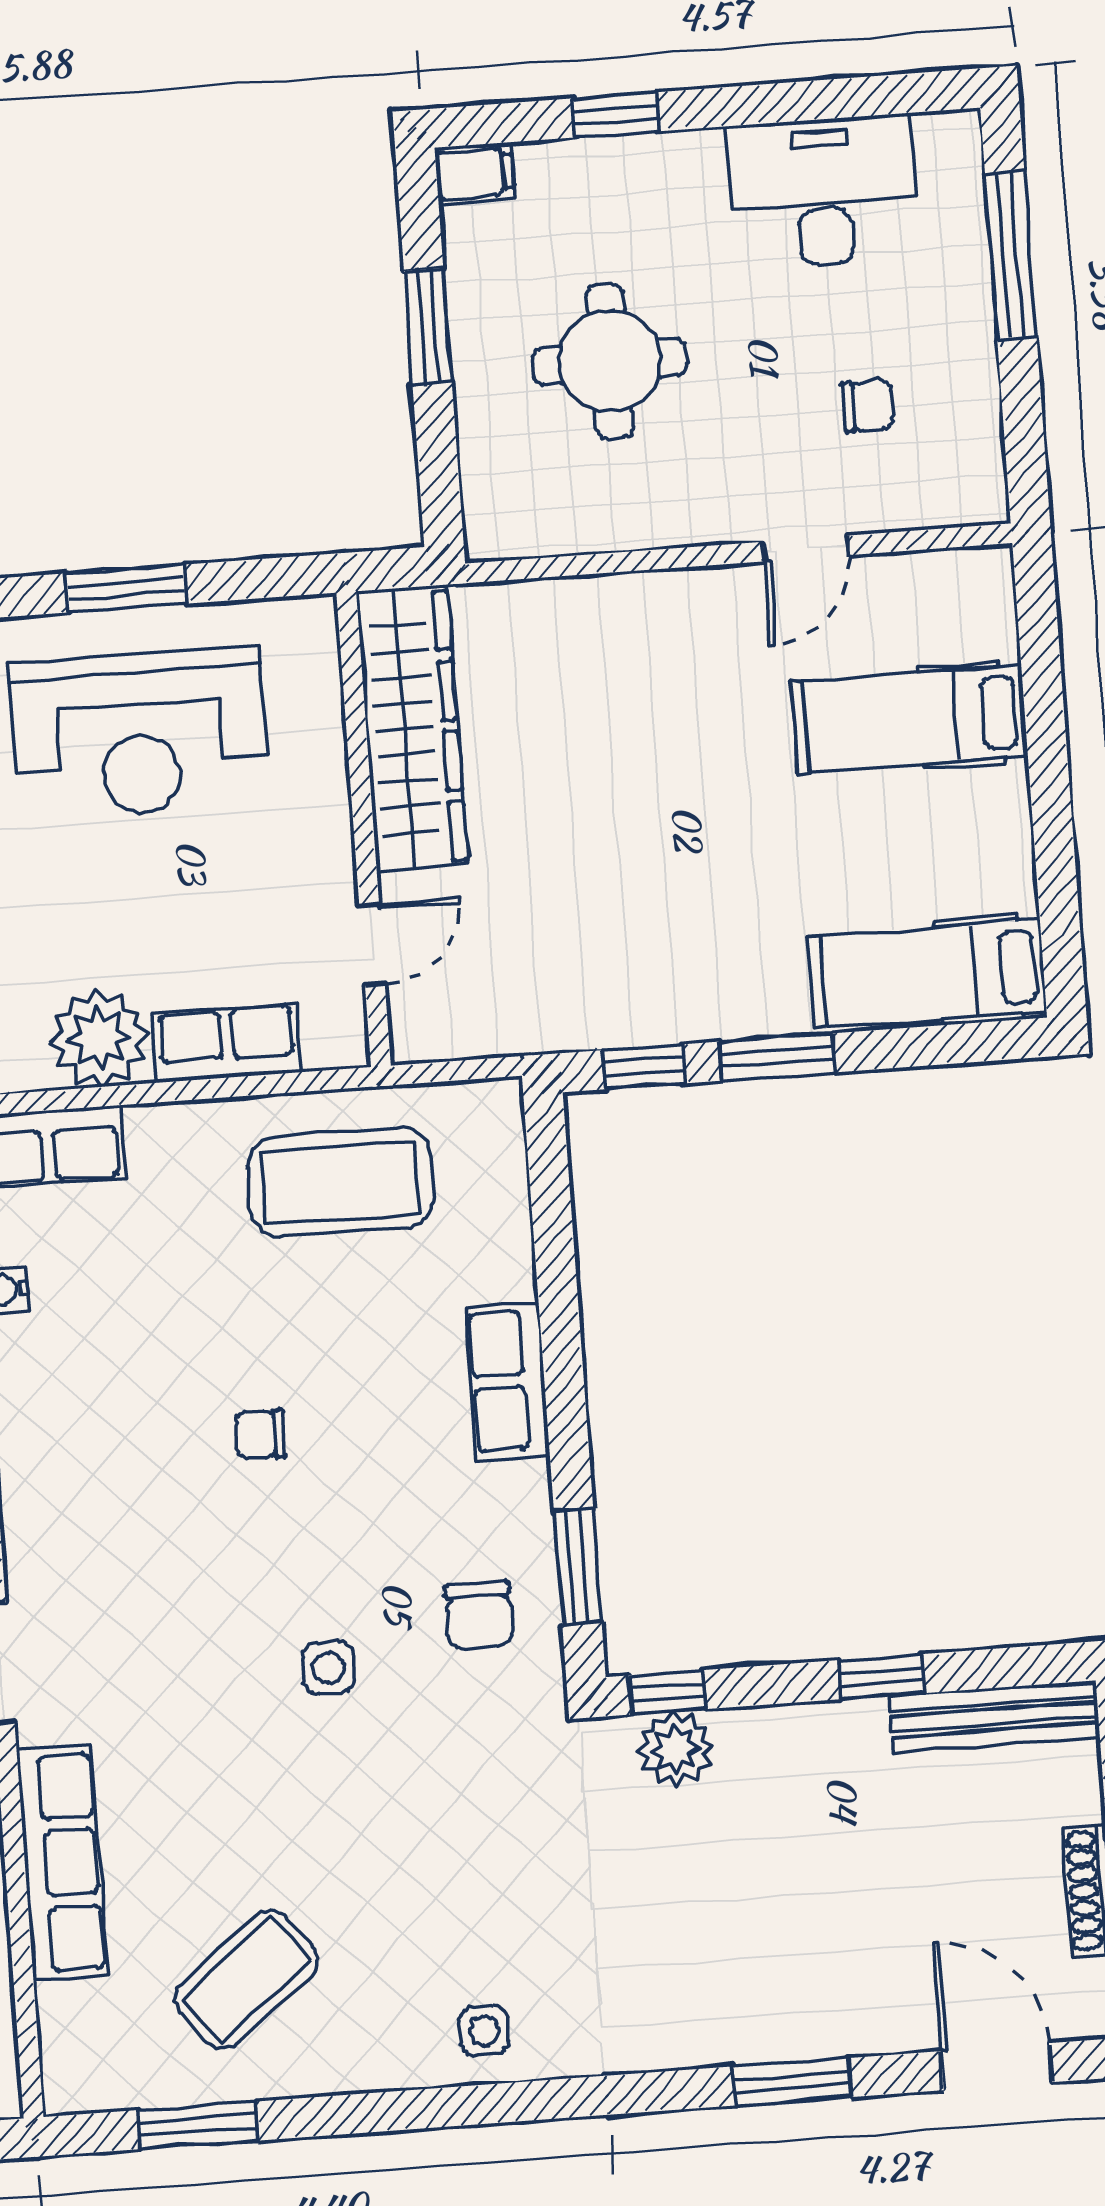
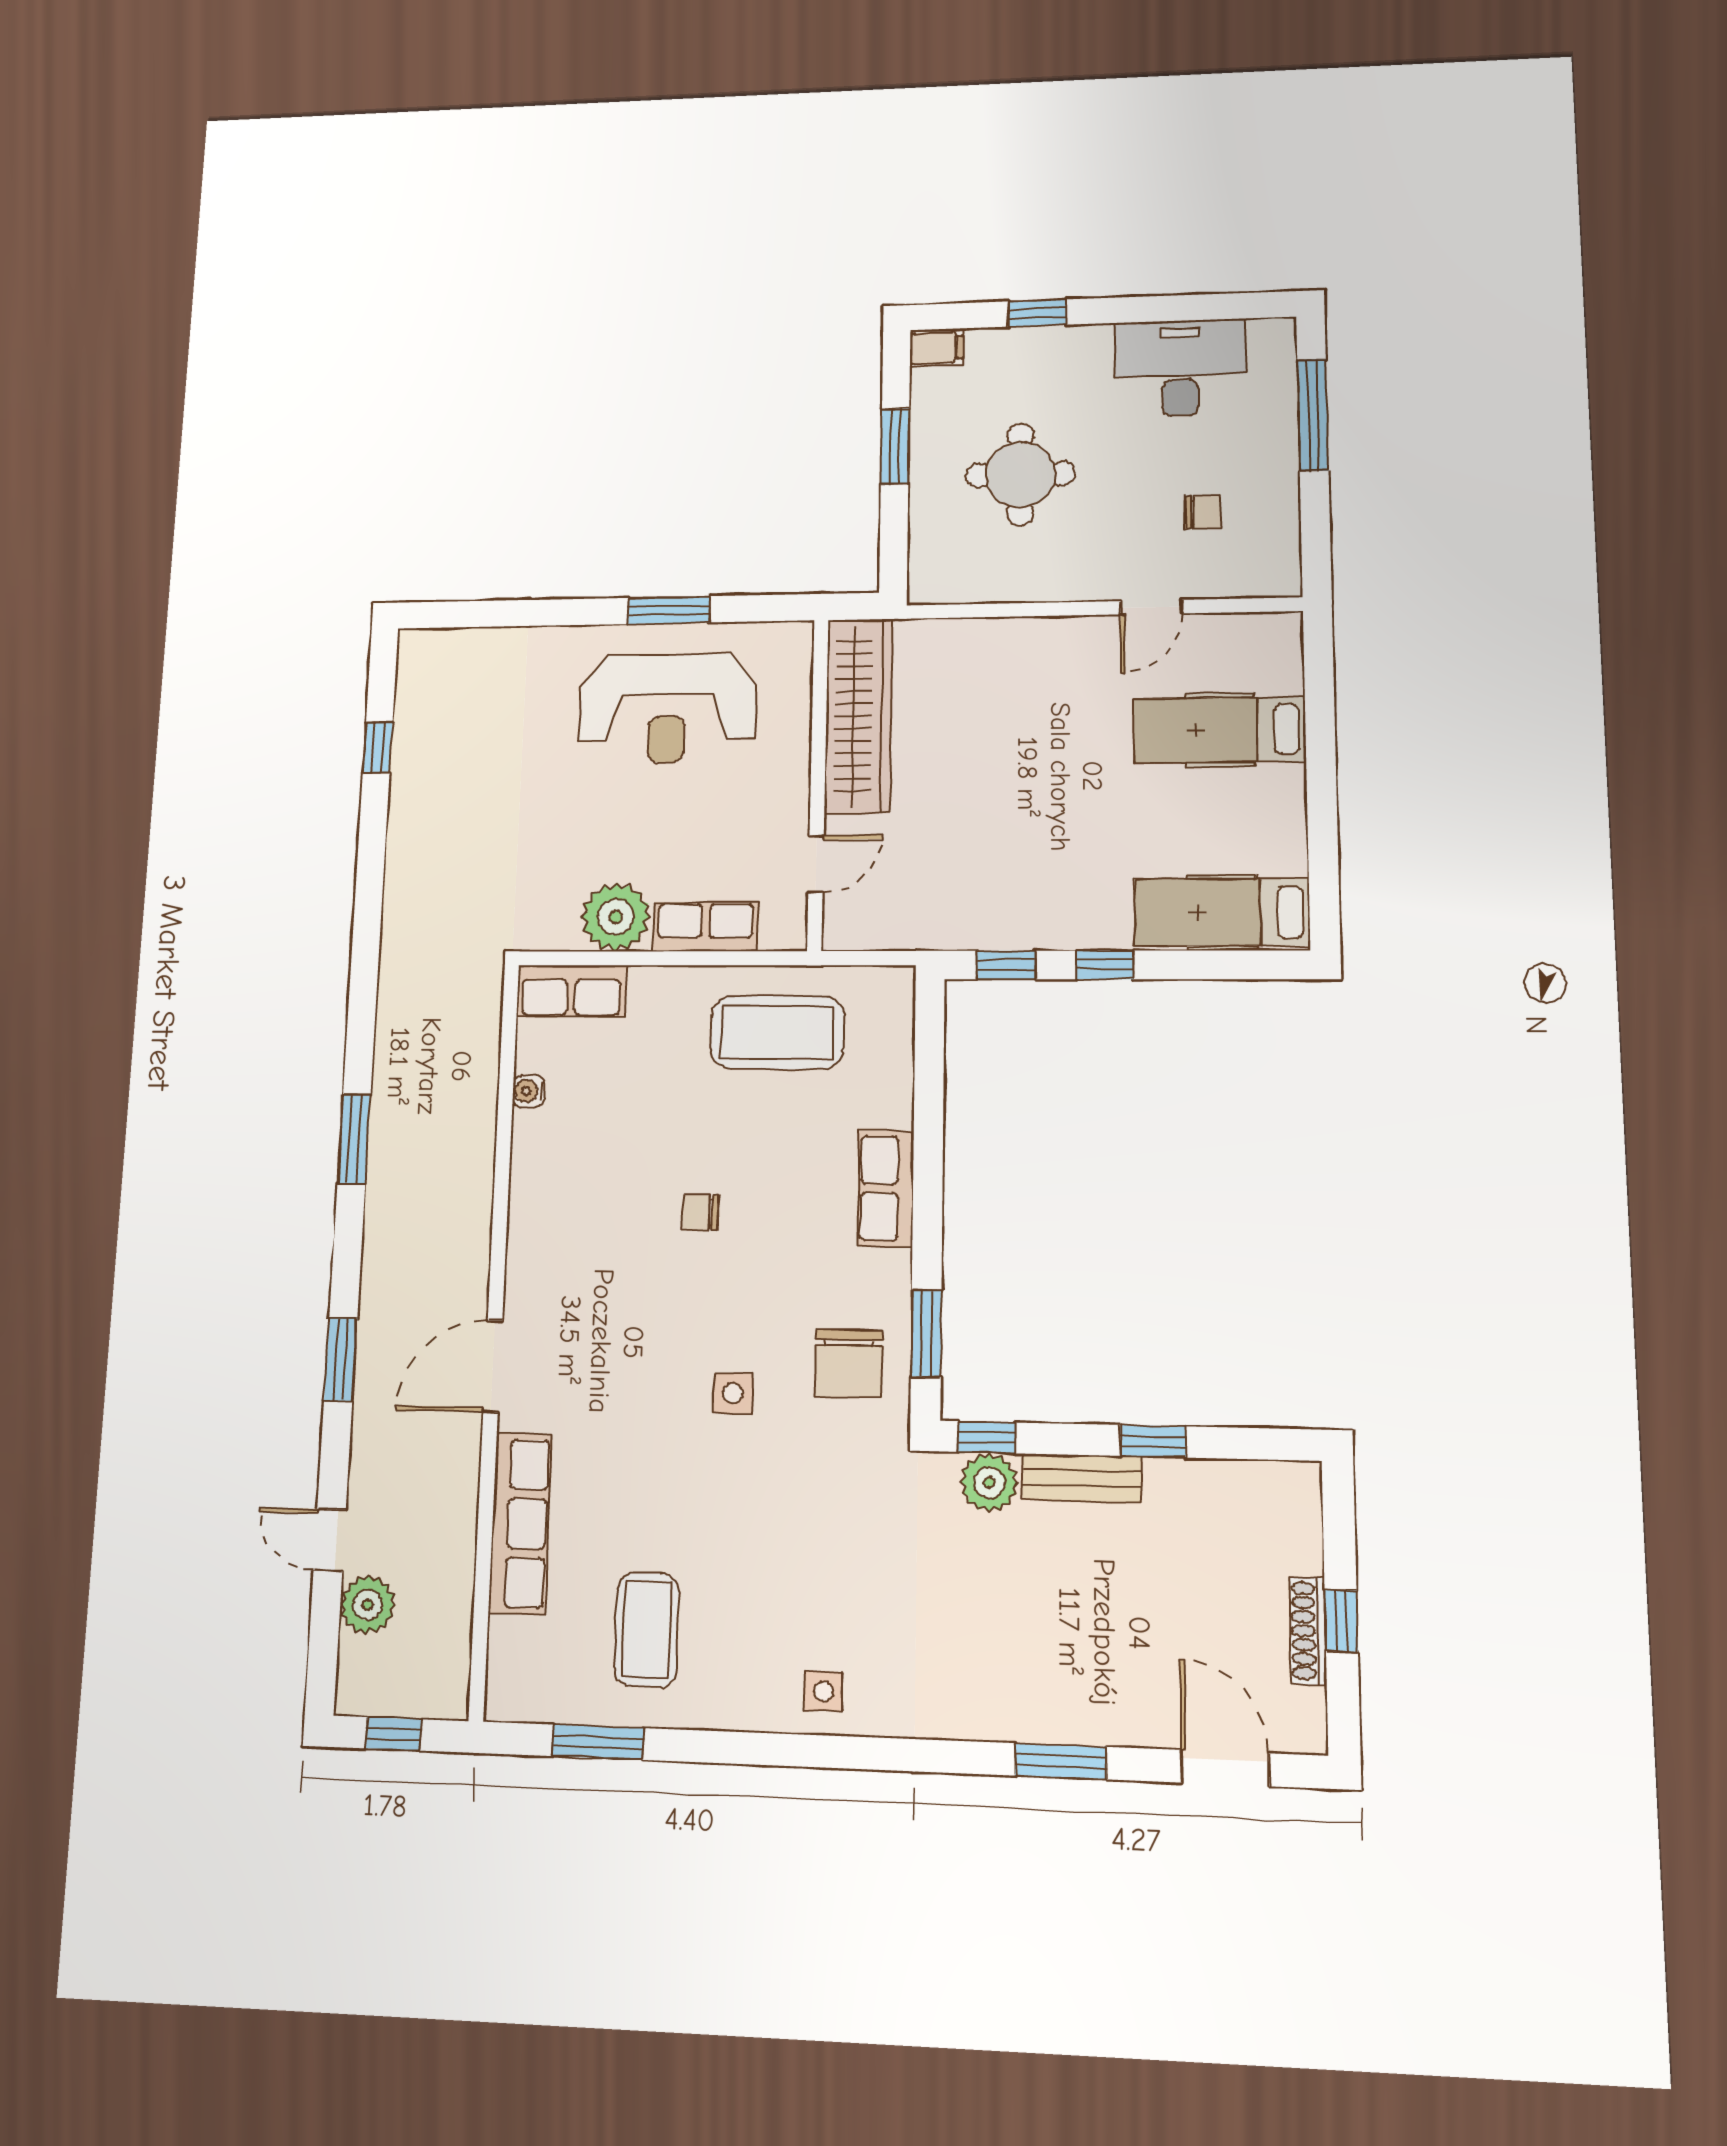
window: (777, 1057) -> (1105, 965), width x0.67
chair: (479, 1615) -> (849, 1363), width x1.37, depth x1.37
bench: (994, 1717) -> (1082, 1478), moved, width x0.73
coffee table: (246, 1979) -> (647, 1630), turned -52

